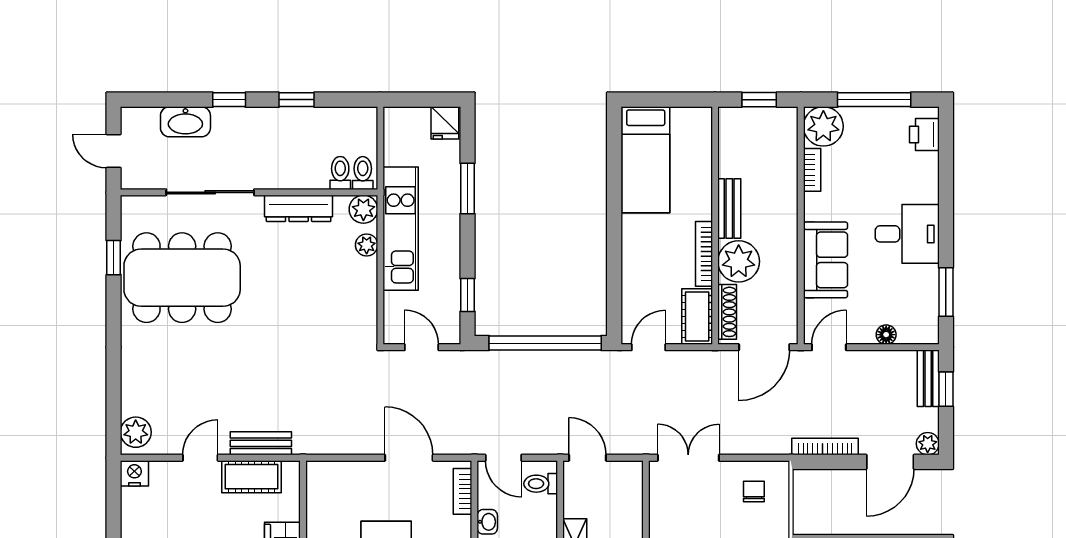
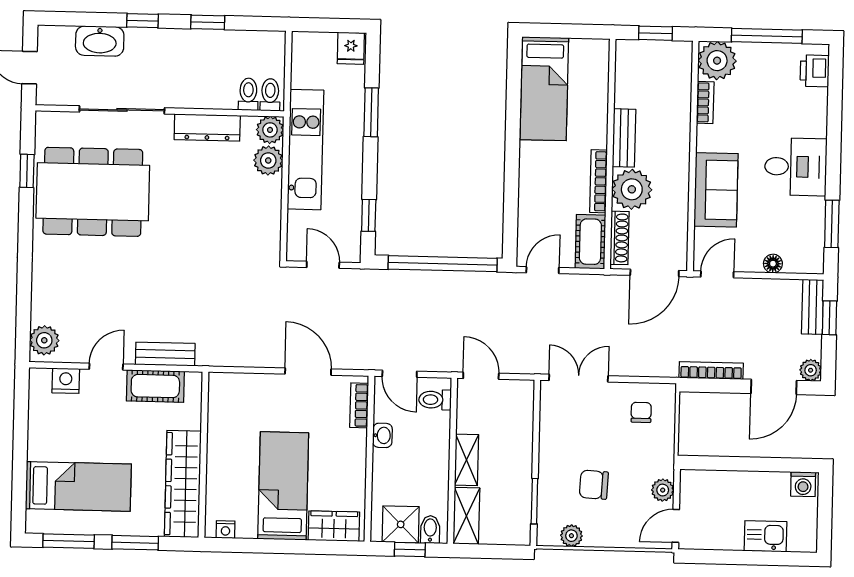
plant: (367, 245) -> (268, 160), width x1.38, depth x1.38
nightstand: (134, 473) -> (66, 381), moved

